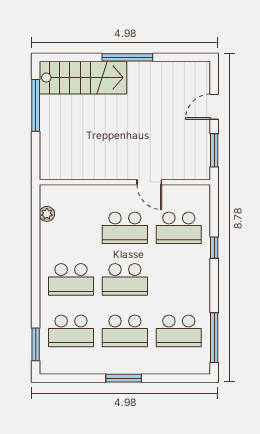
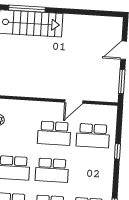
window: (127, 57) -> (27, 9), moved
door: (149, 182) -> (74, 101), hinge flipped

